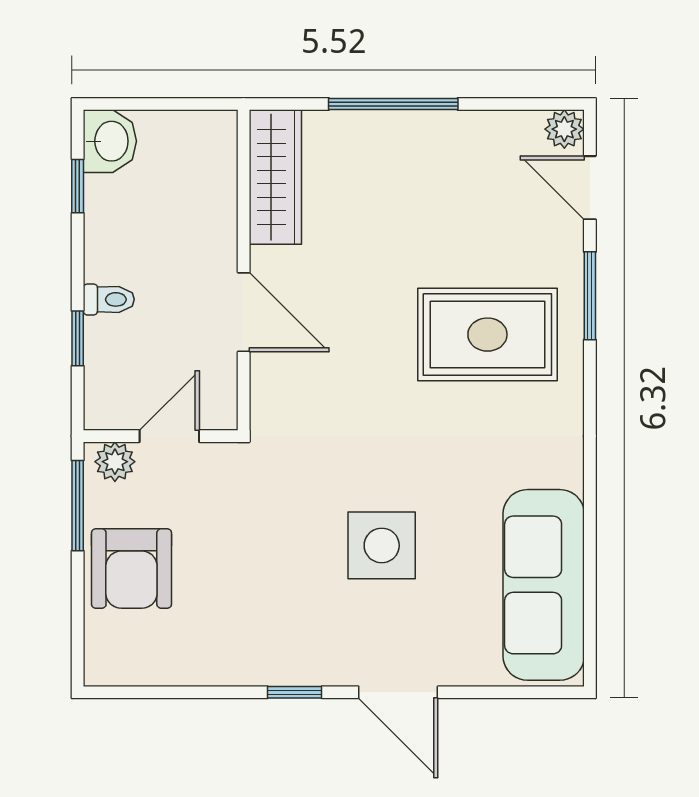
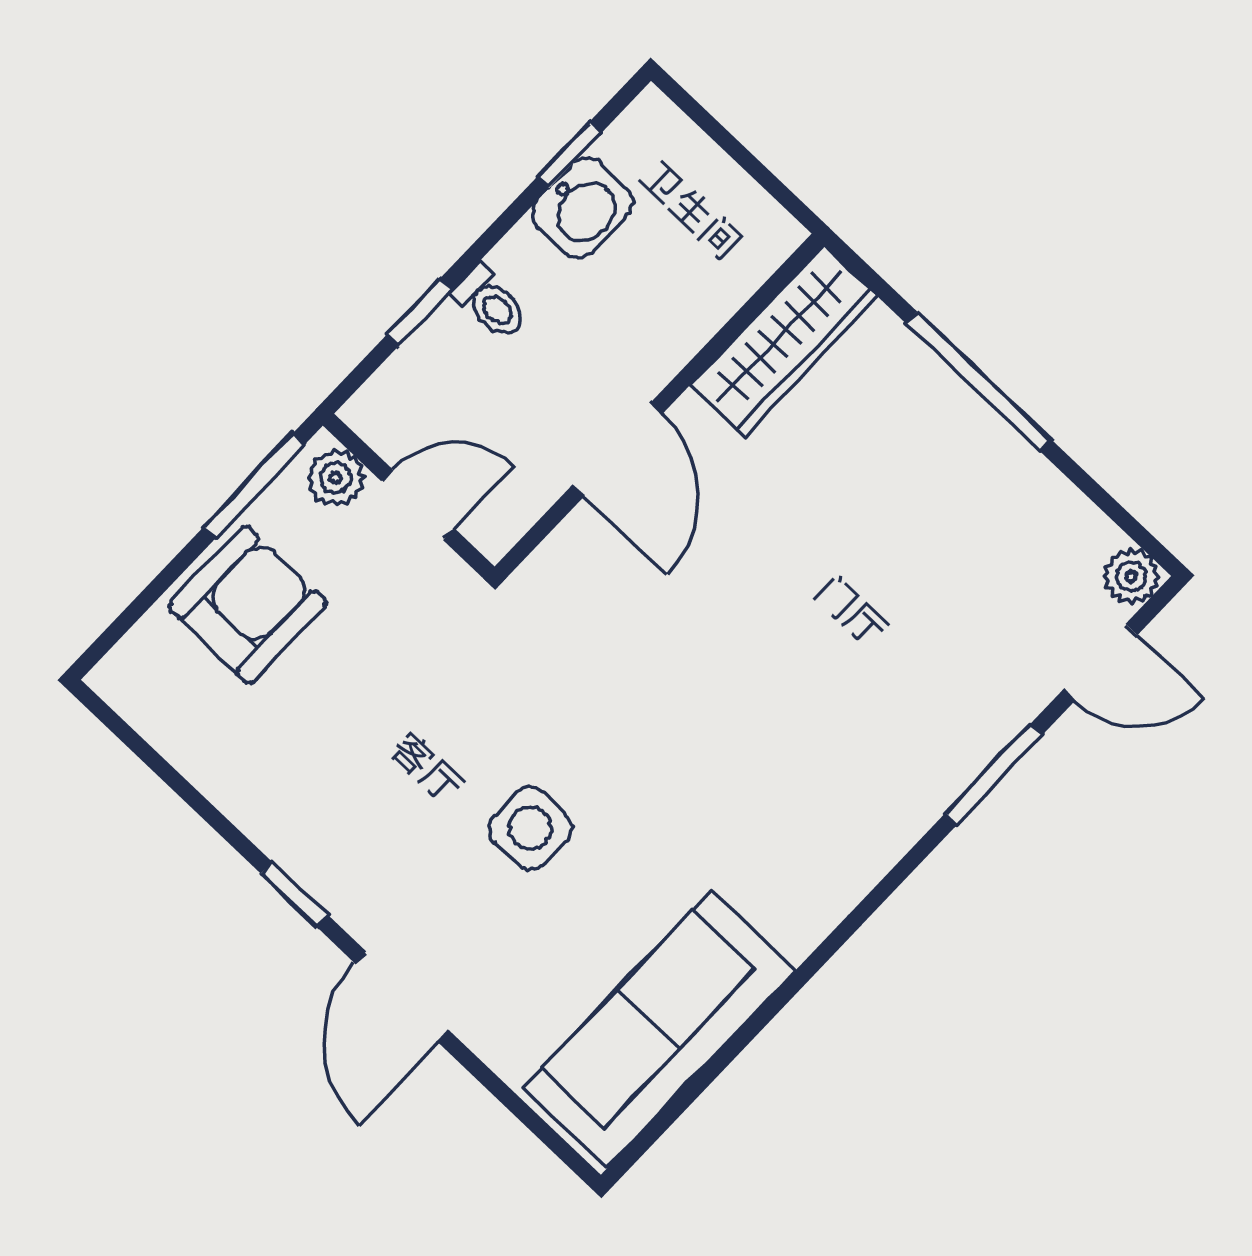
washbasin: (110, 141) -> (582, 208), moved
door: (590, 188) -> (1100, 663), swing flipped
rug: (487, 335) -> (848, 714), removed
side table: (382, 545) -> (530, 828), width x0.73, depth x0.73
armchair: (131, 569) -> (248, 605), turned 180

